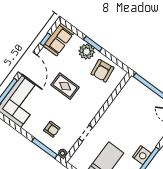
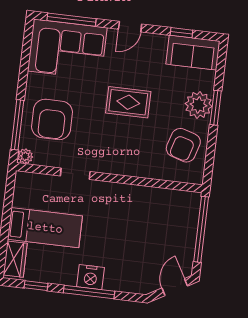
door: (28, 63) -> (130, 27), width x0.53
armchair: (102, 71) -> (183, 145), turned -66
rug: (65, 86) -> (128, 102), turned 90
armchair: (52, 129) -> (52, 119), width x1.88, depth x1.88

